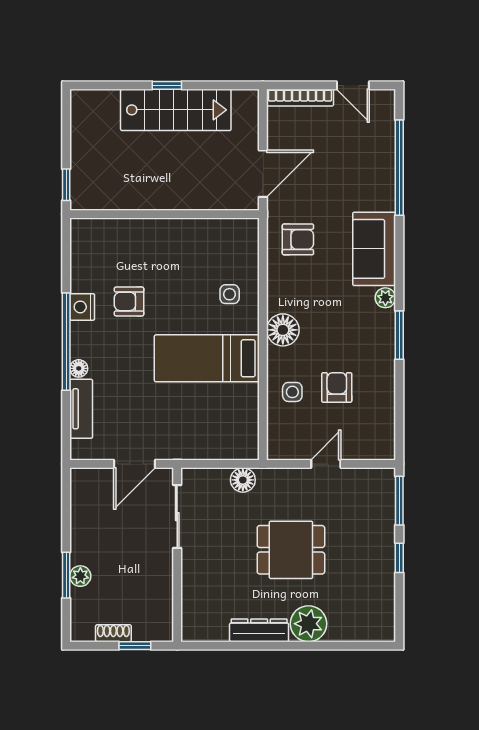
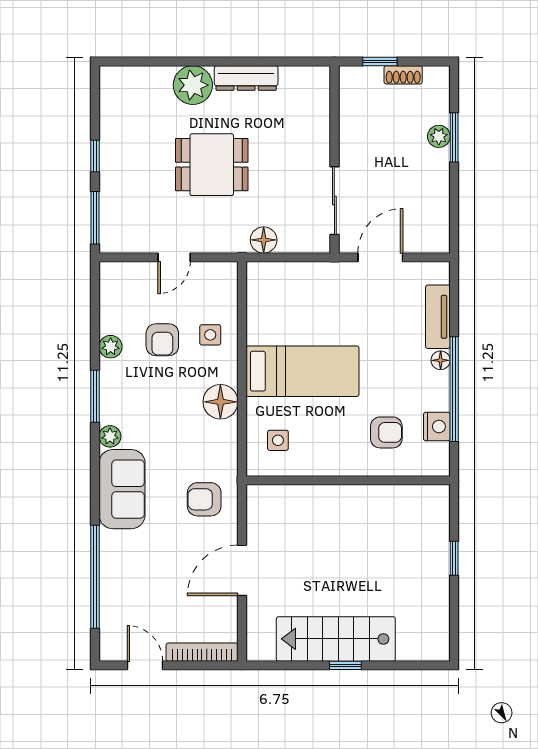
wall: (165, 214) -> (348, 480), moved
plant: (385, 381) -> (111, 347), added

